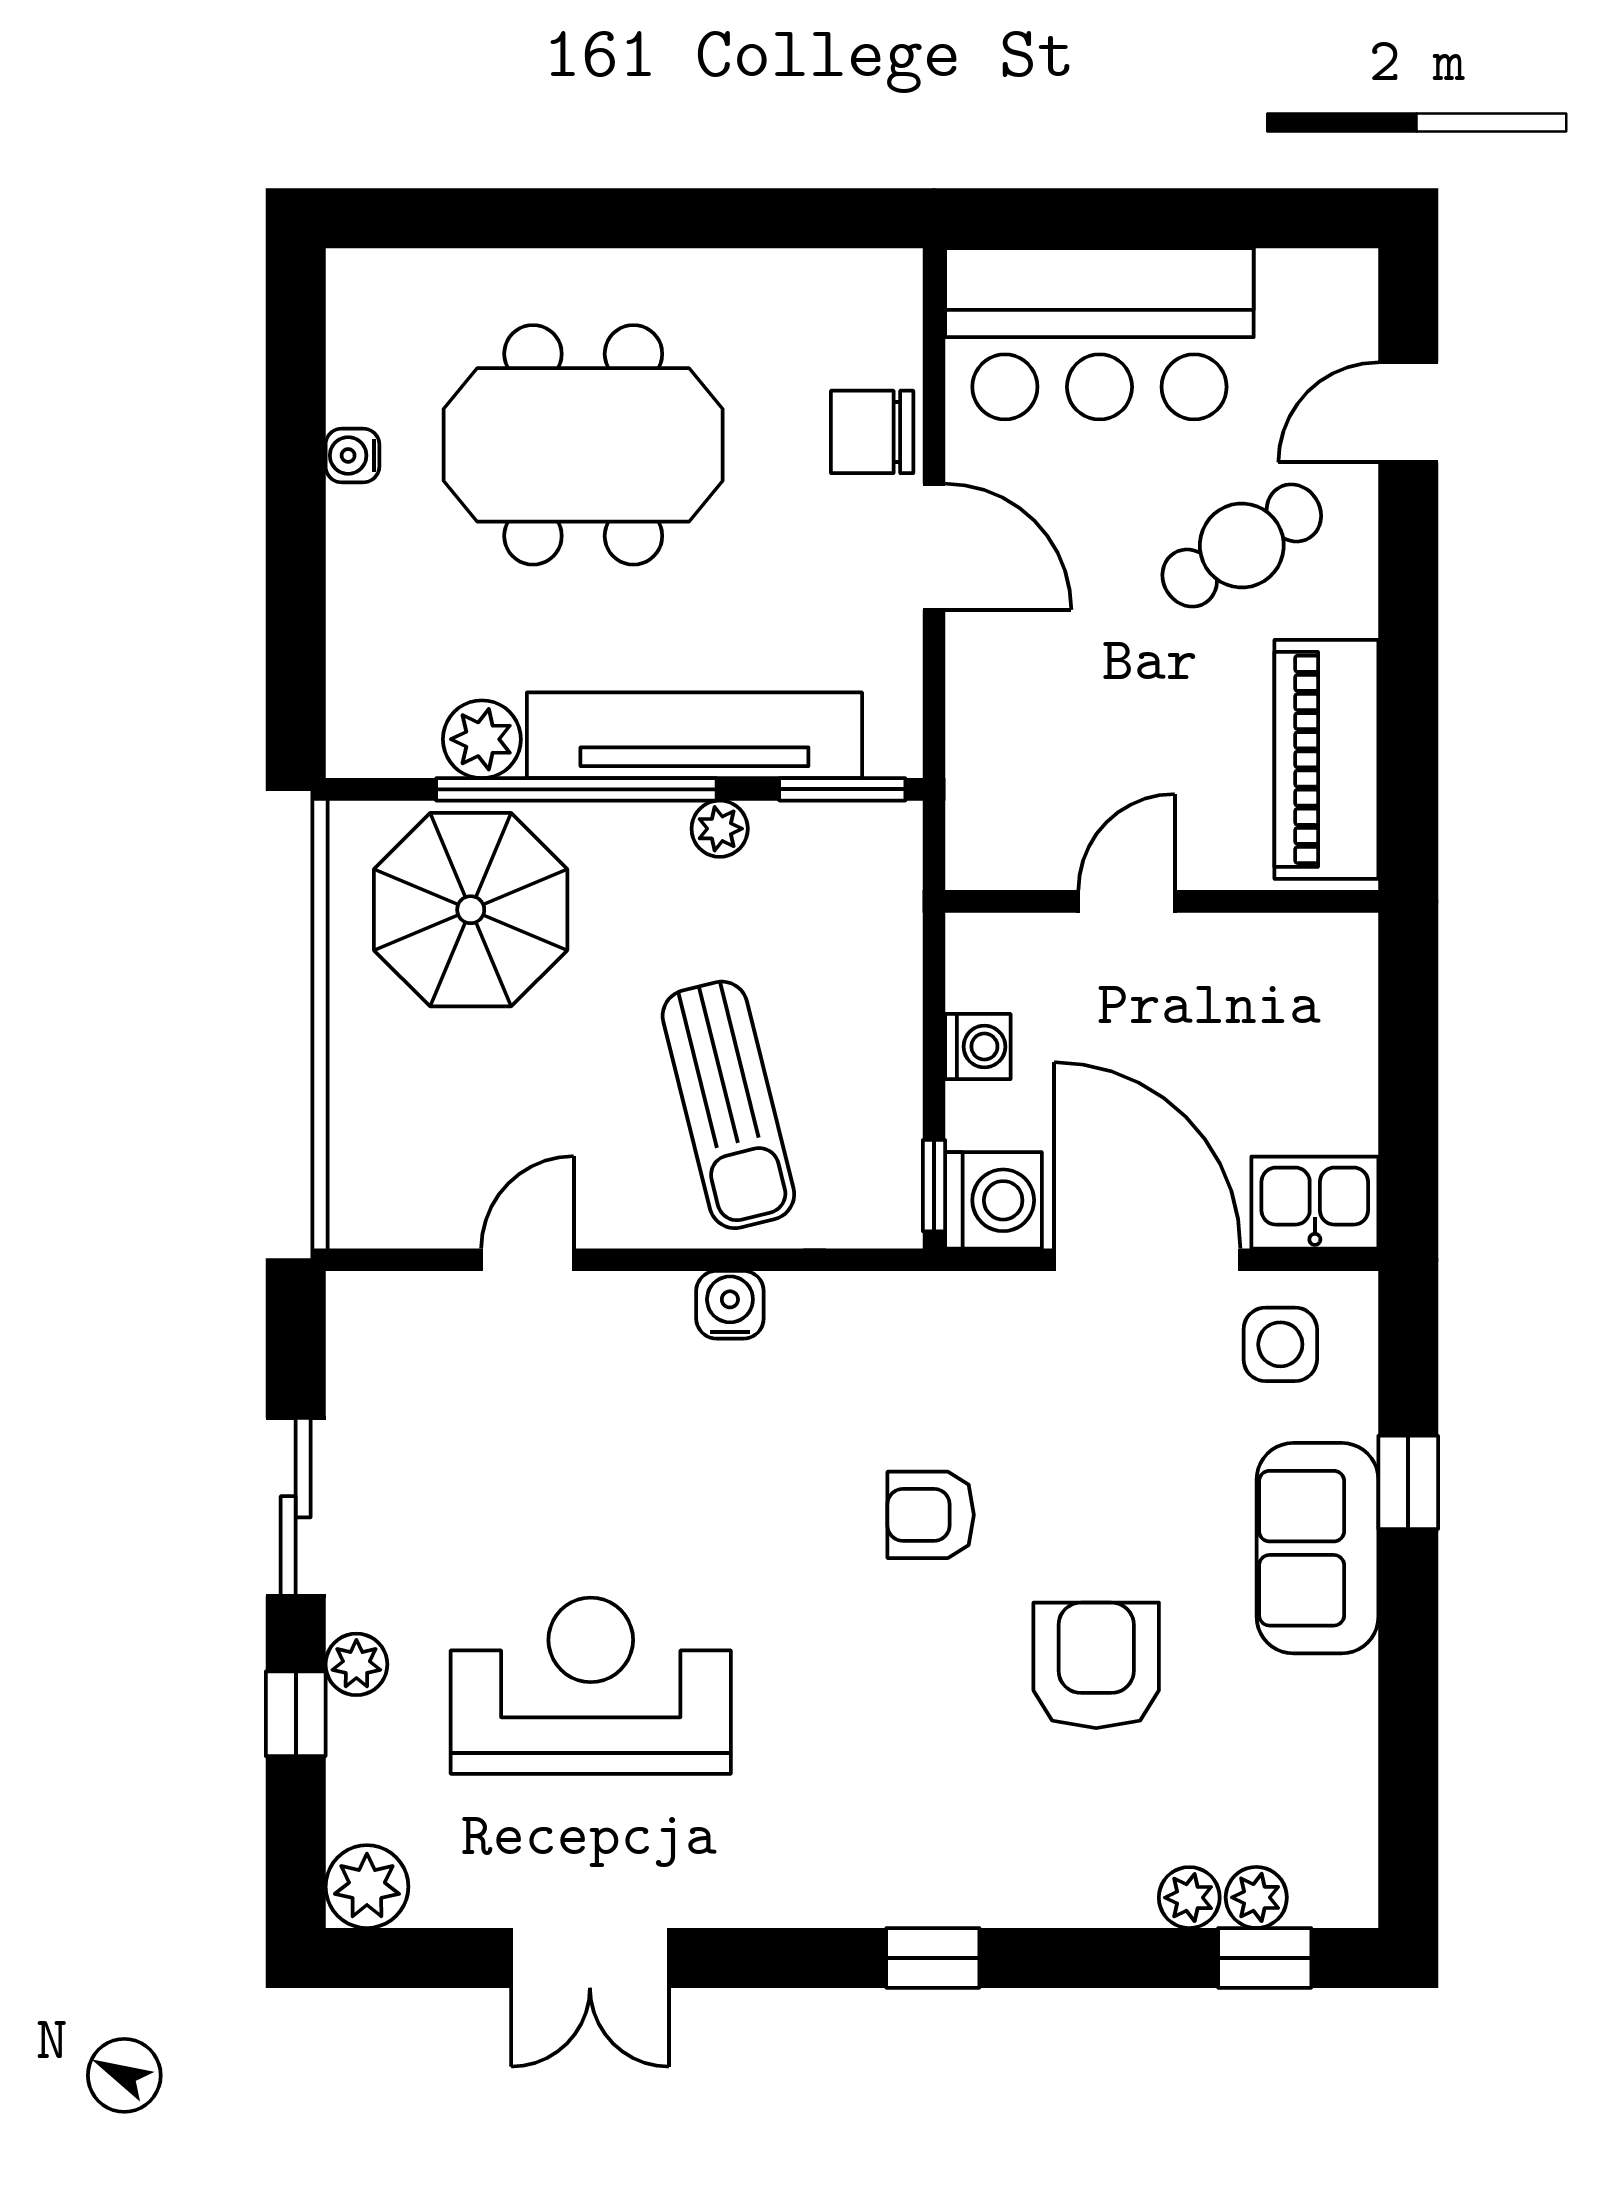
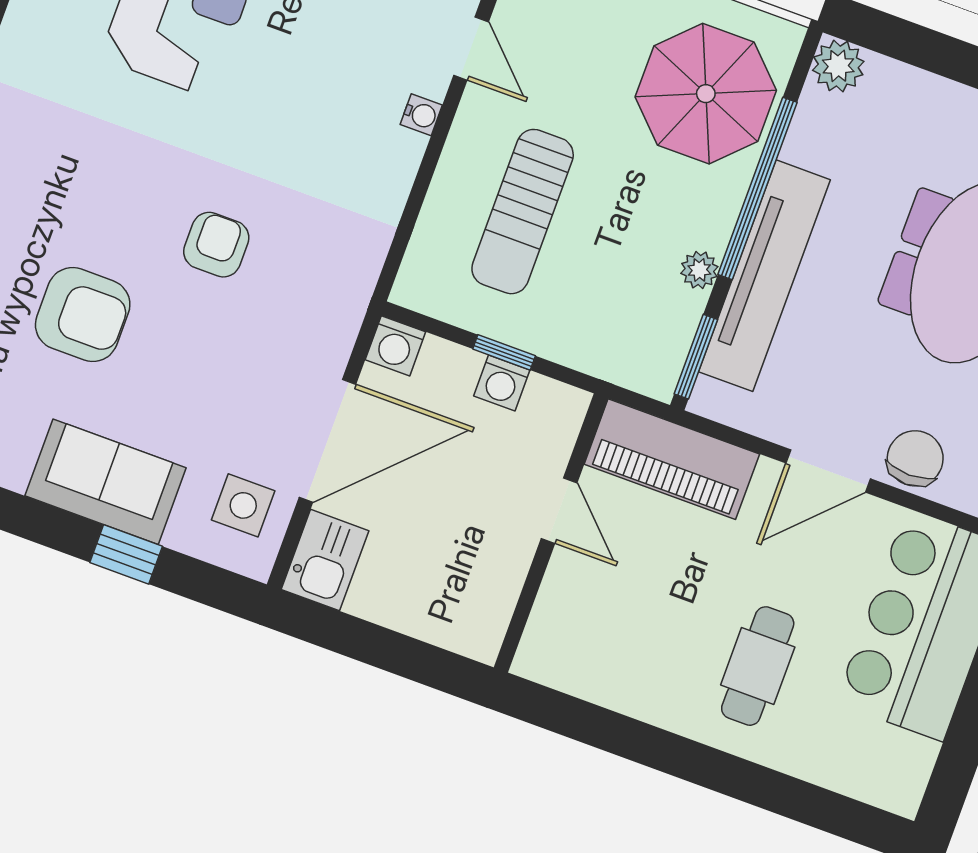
door: (1408, 412) -> (803, 802), removed
cafe table: (1242, 545) -> (758, 666), turned 32
plant: (482, 739) -> (838, 66), moved
piano: (1326, 759) -> (672, 459), moved, turned 180
sun lounger: (728, 1105) -> (523, 212), turned -76
window: (934, 1186) -> (504, 352), moved
washing machine: (993, 1200) -> (395, 346), width x0.73, depth x0.73
water cooler: (730, 1305) -> (421, 115), moved, width x0.72, depth x0.72

